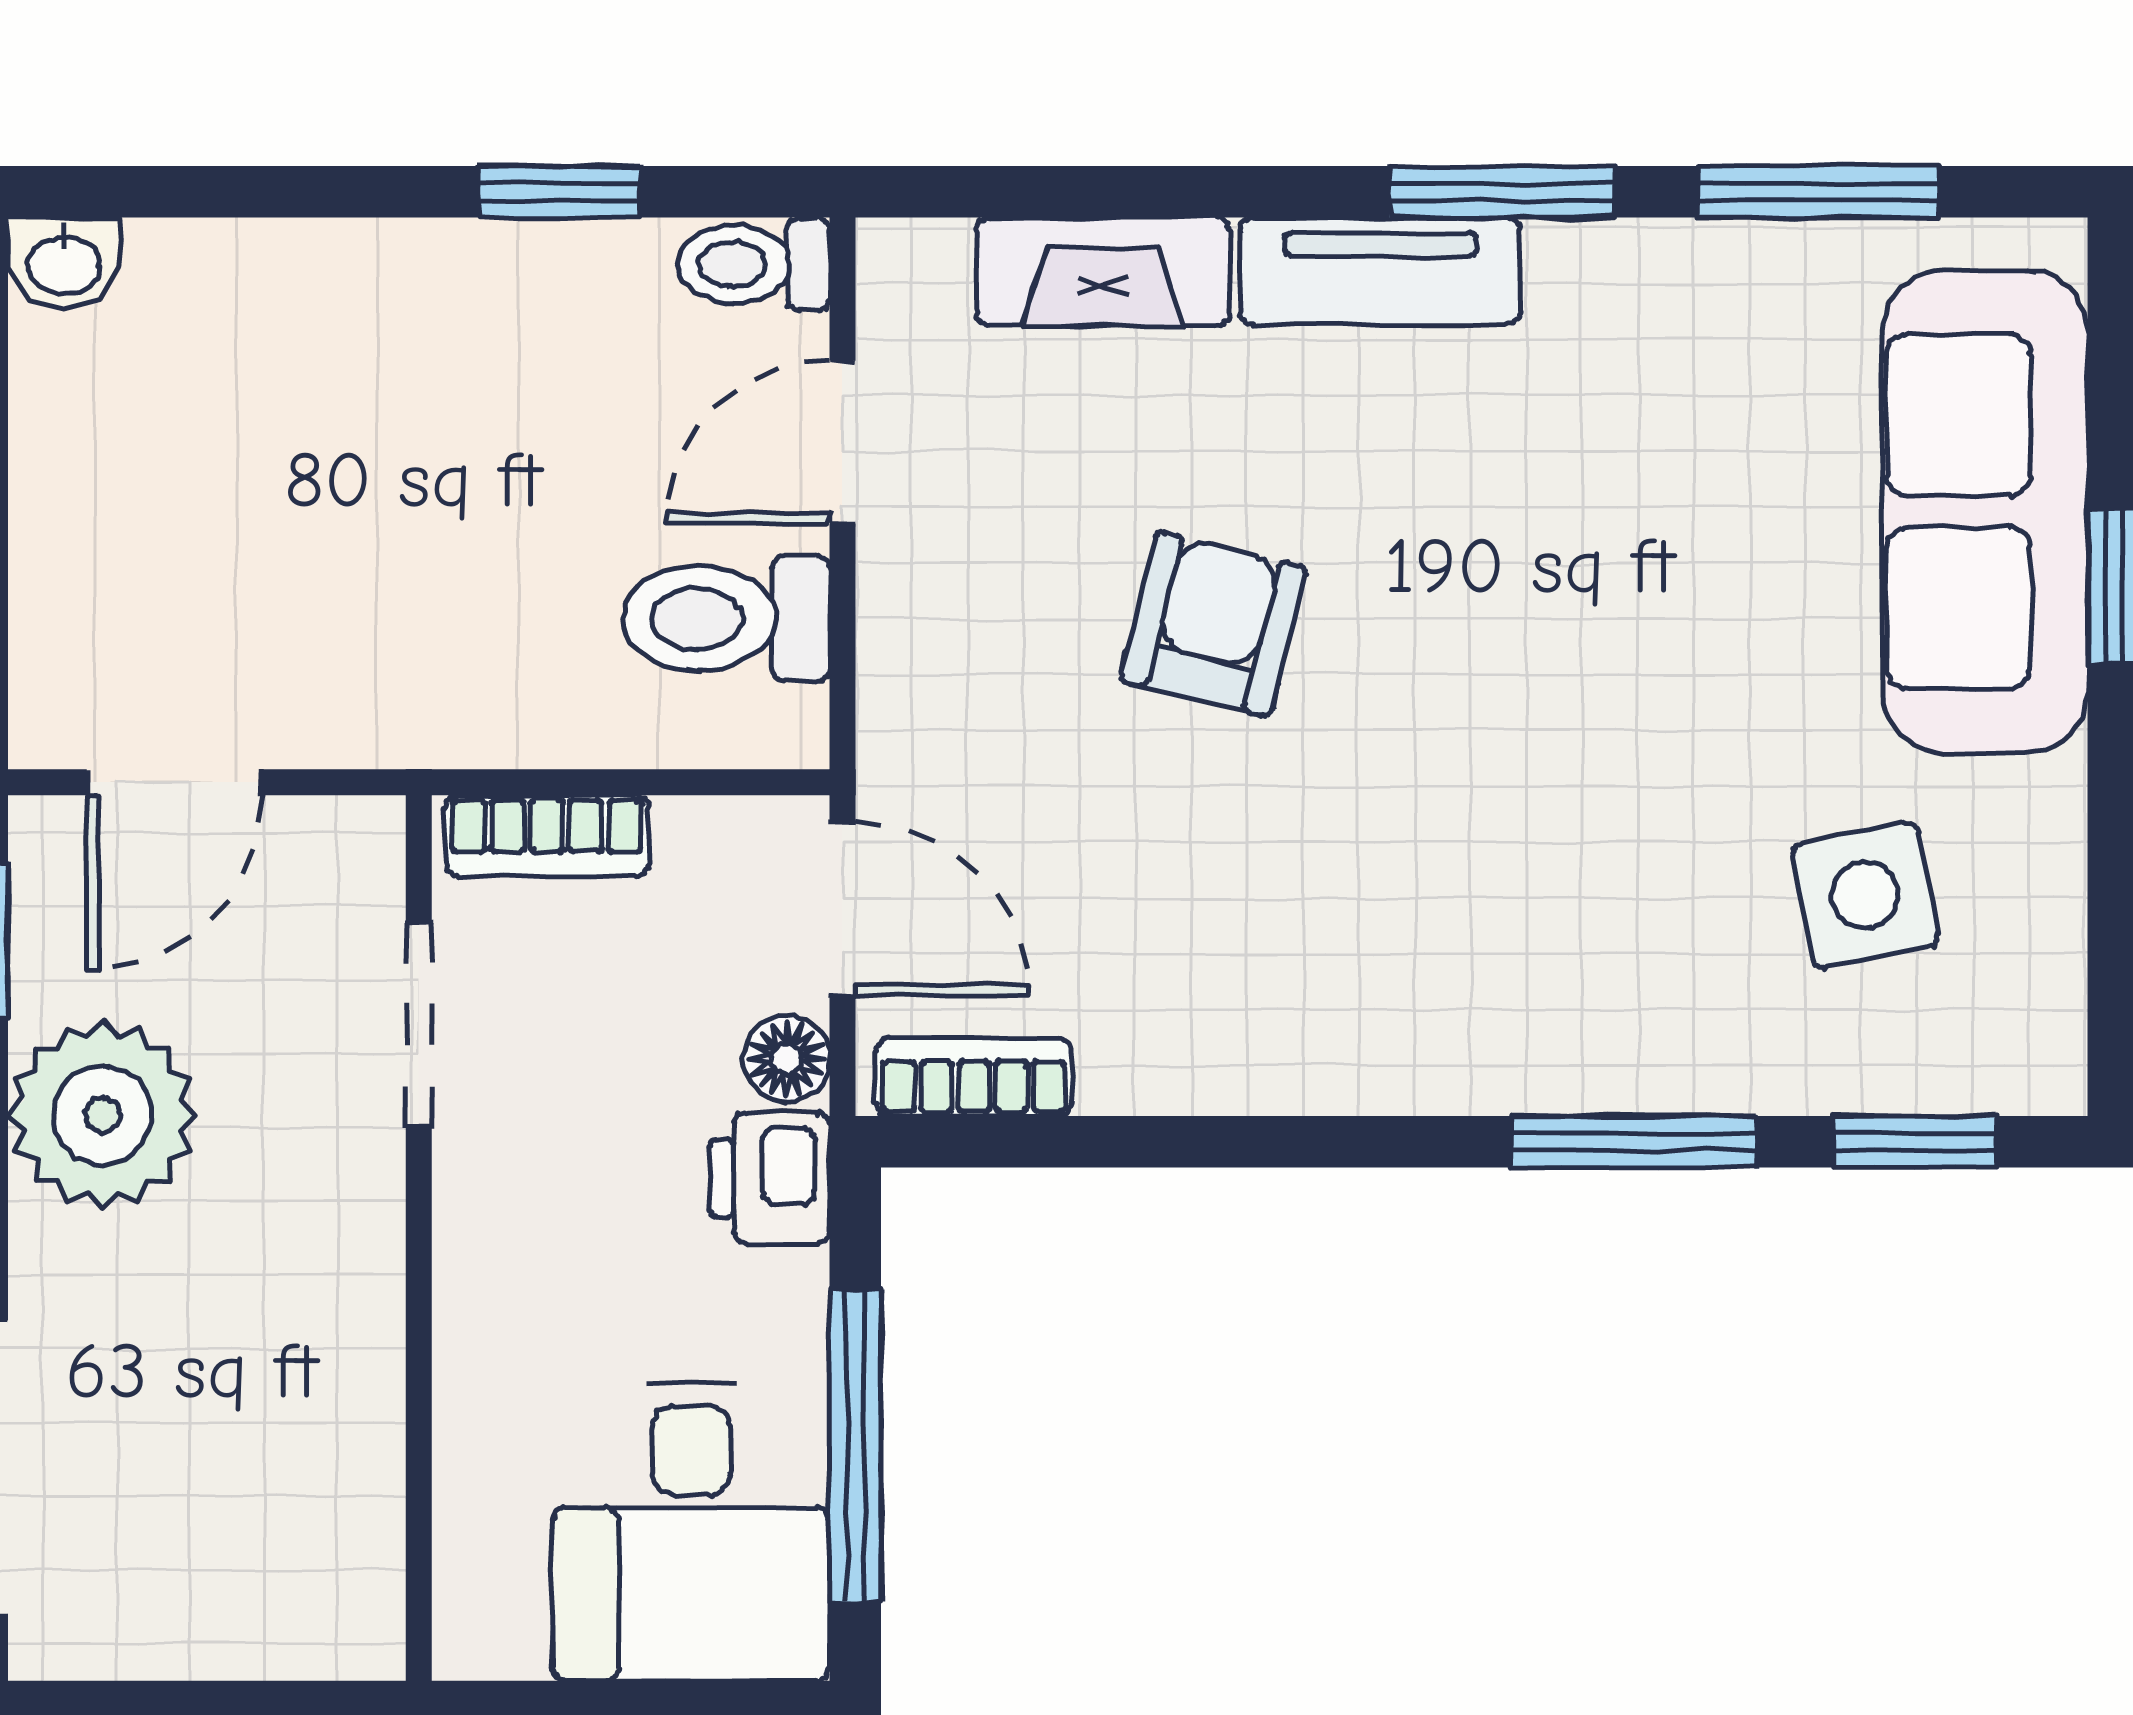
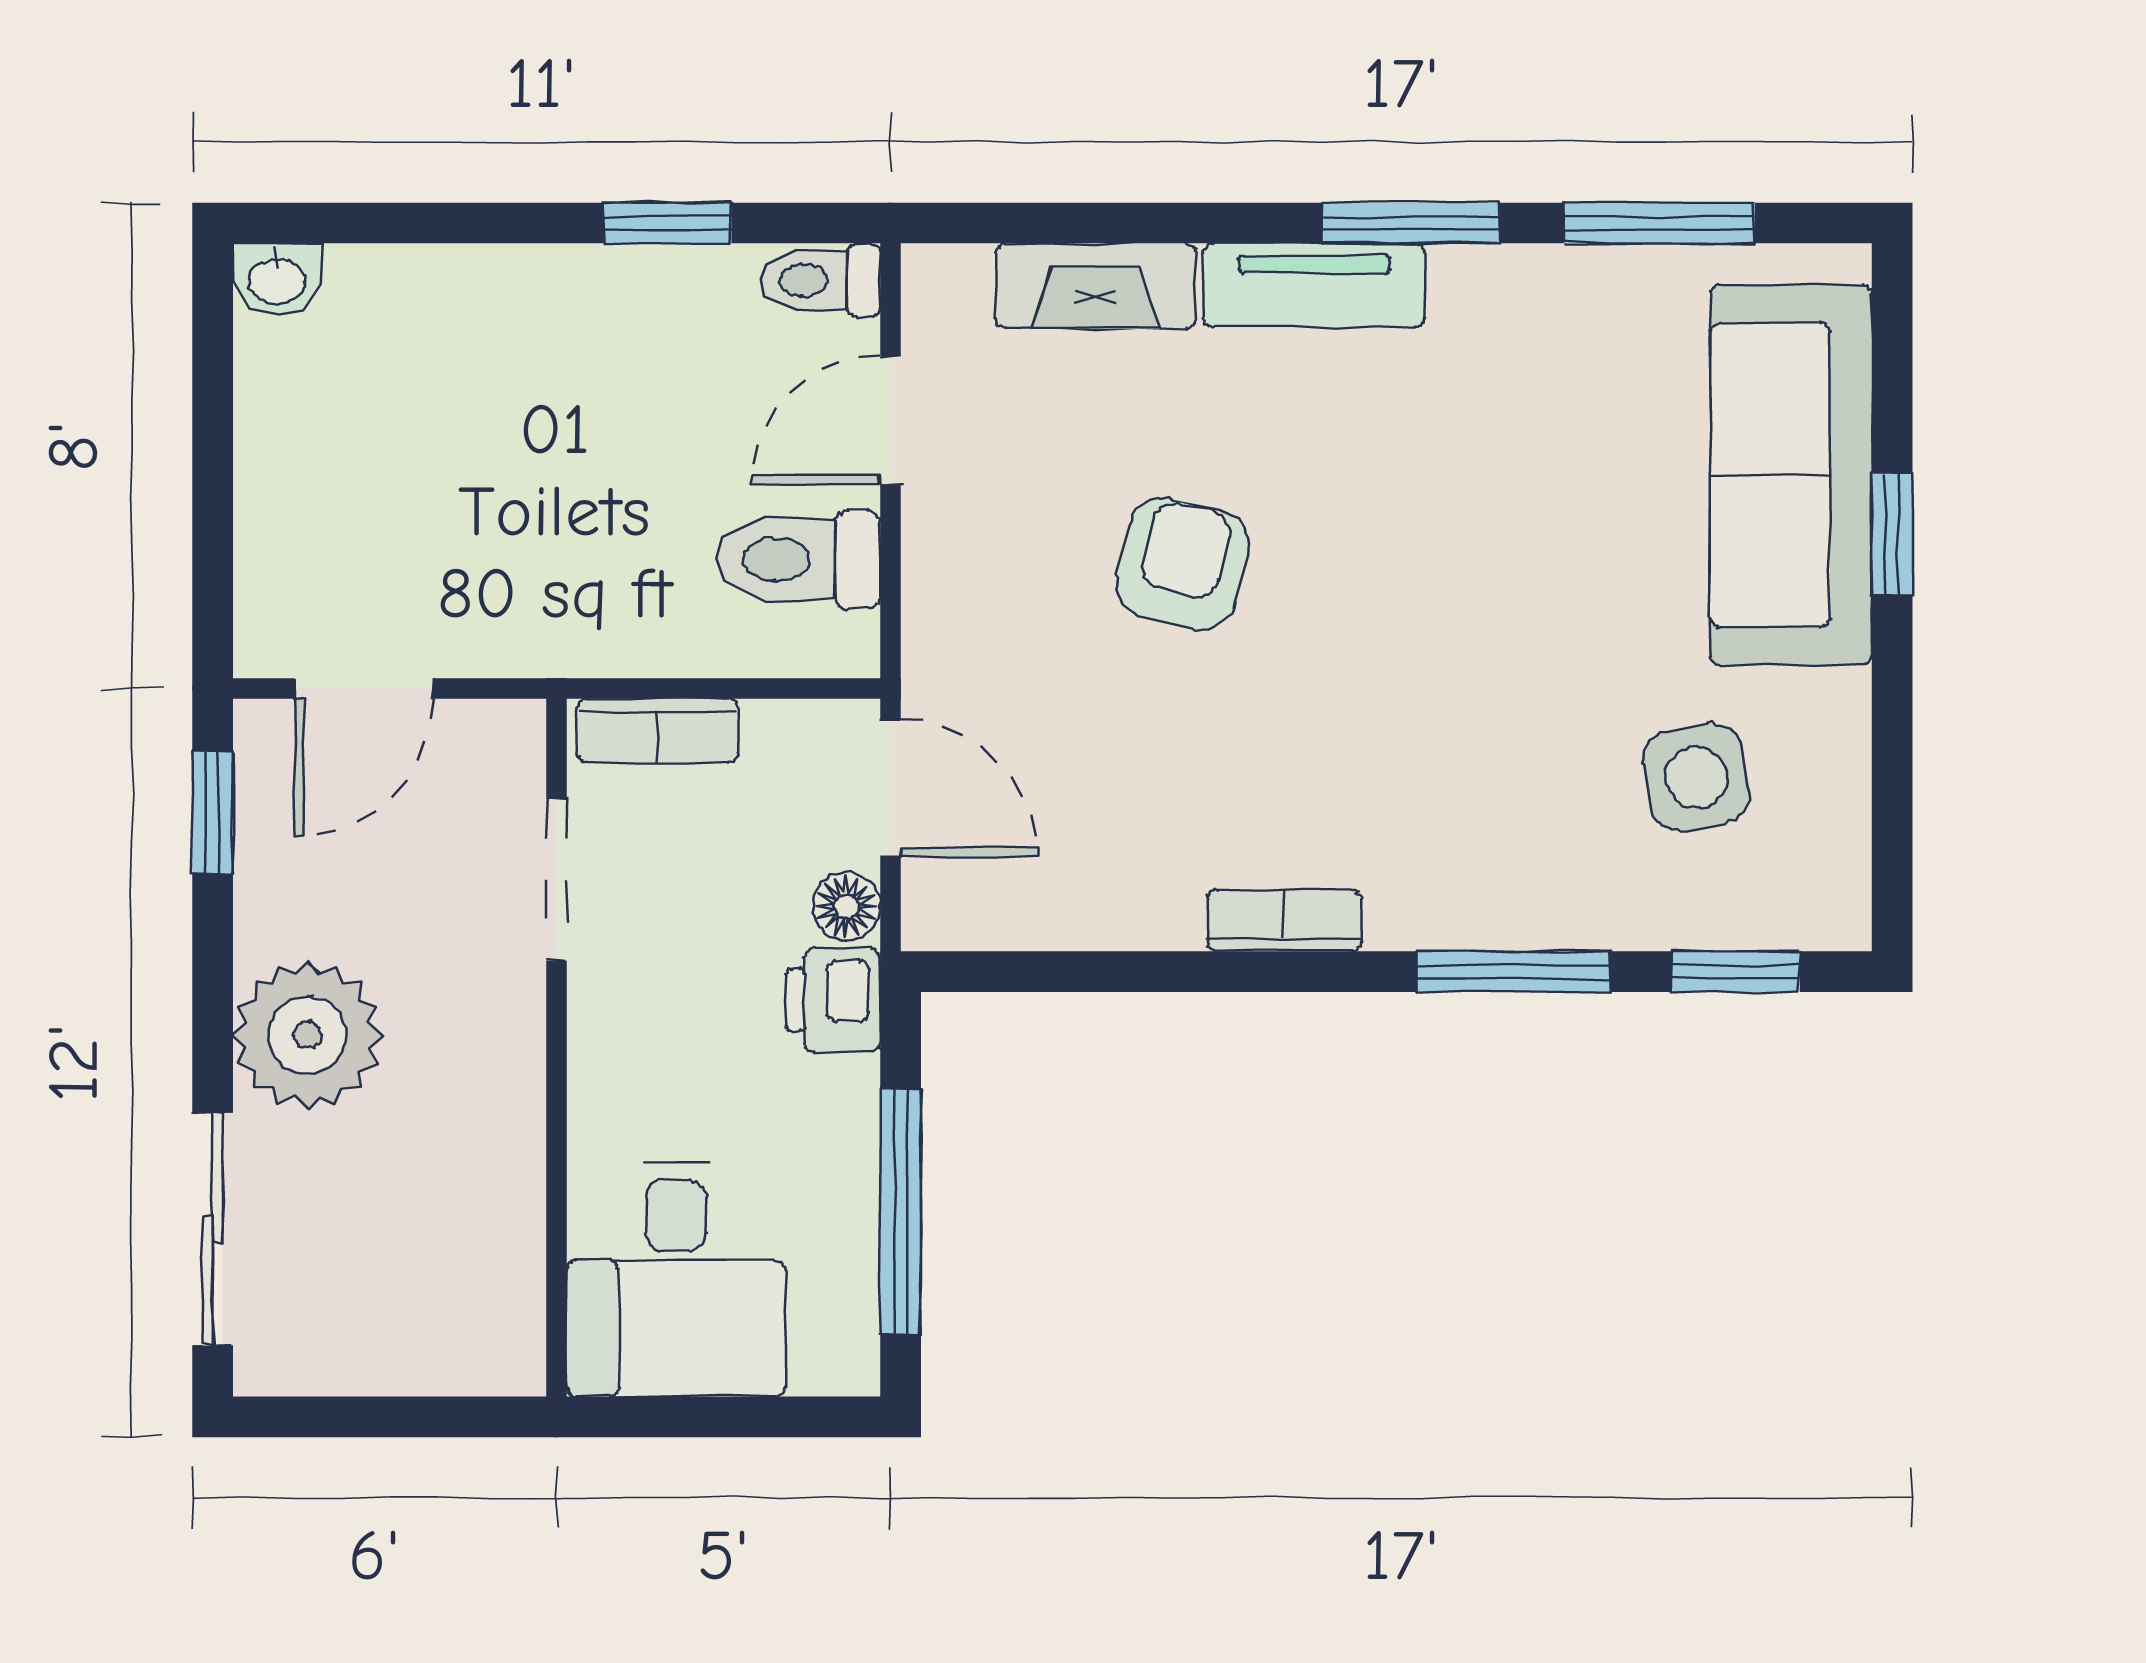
bookcase: (974, 1077) -> (1284, 921), moved
plant: (103, 1115) -> (307, 1035), moved
desk: (691, 1531) -> (676, 1279), moved

